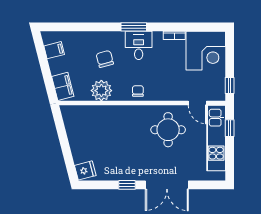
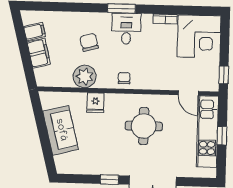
filing cabinet: (63, 86) -> (39, 53), moved
window: (230, 128) -> (222, 136), moved
round table: (168, 130) -> (144, 126), moved
sofa: (81, 141) -> (61, 130), added
fridge: (85, 170) -> (95, 103), moved, turned 104

